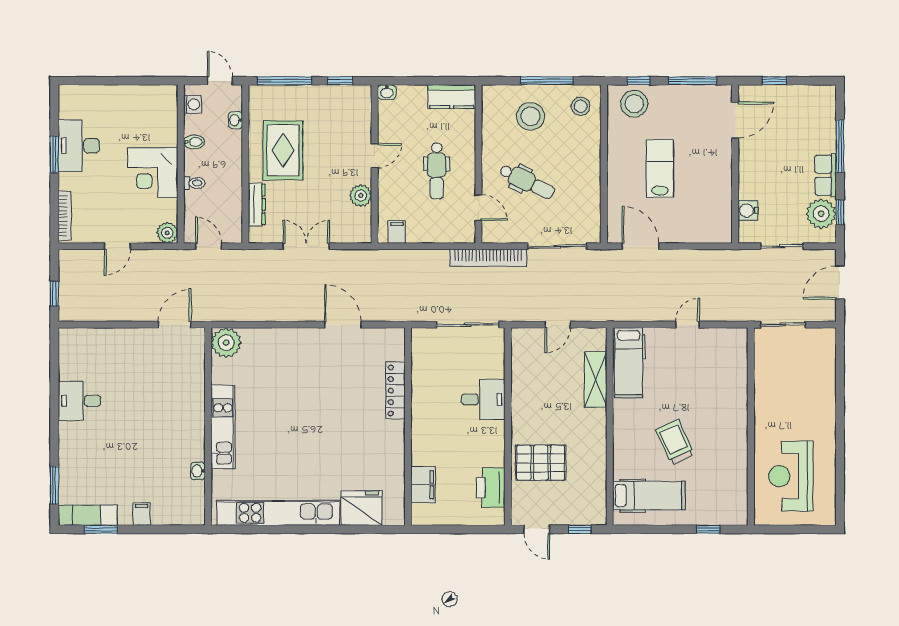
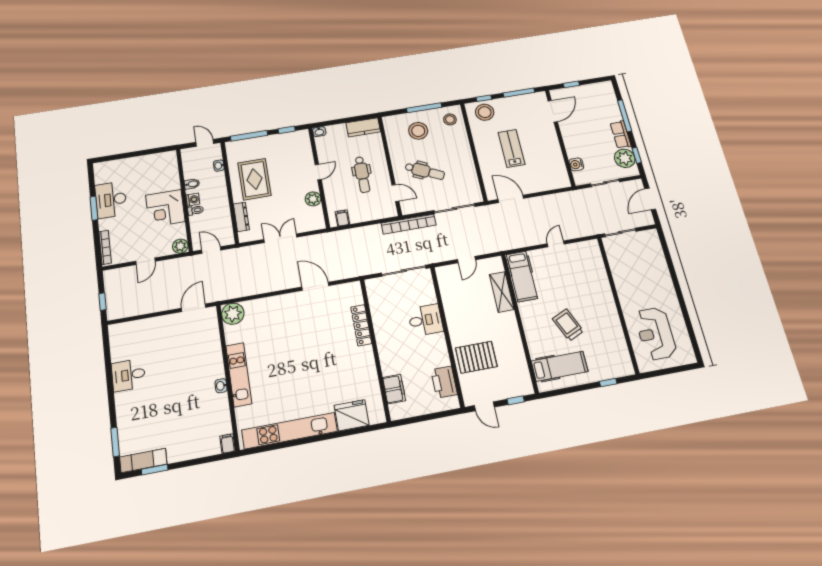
washing machine: (192, 104) -> (193, 200), moved
washbasin: (198, 471) -> (221, 386), moved
filing cabinet: (142, 514) -> (228, 443), moved

